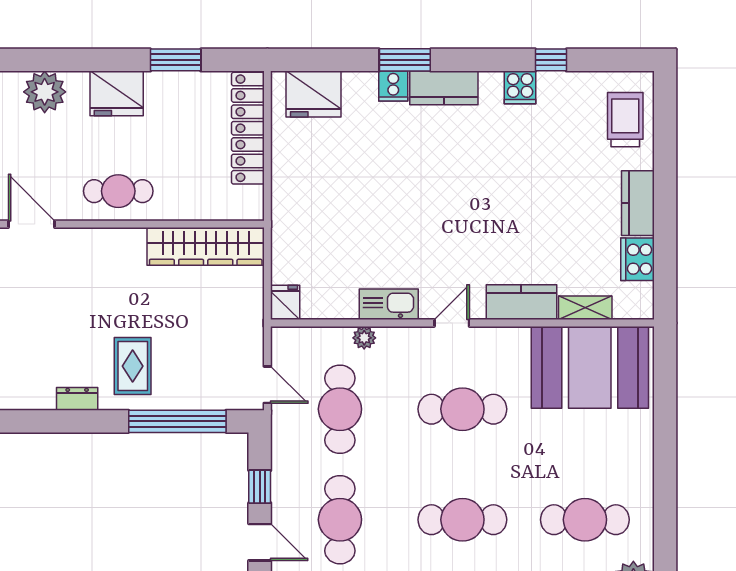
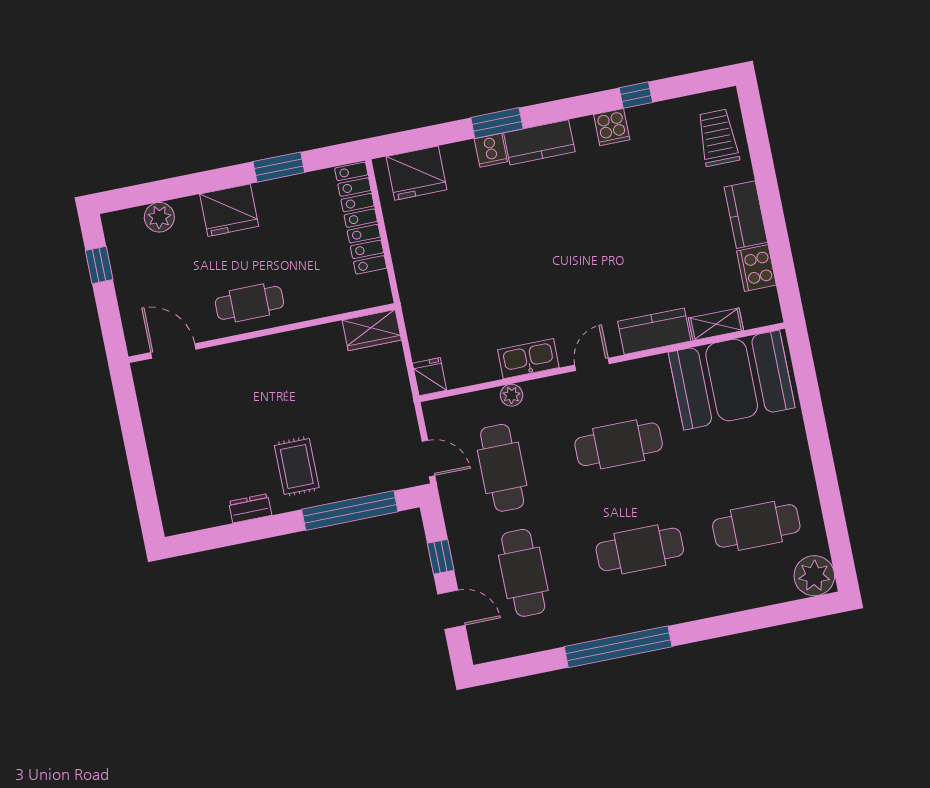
plant: (45, 92) -> (159, 217), width x0.73, depth x0.73
wardrobe: (206, 246) -> (372, 330), width x0.48, depth x0.85

